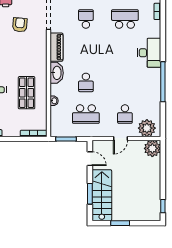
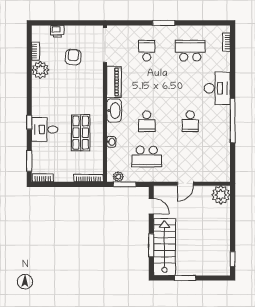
school desk: (125, 114) -> (190, 121), moved
plant: (147, 128) -> (118, 177), moved, width x0.53, depth x0.53

